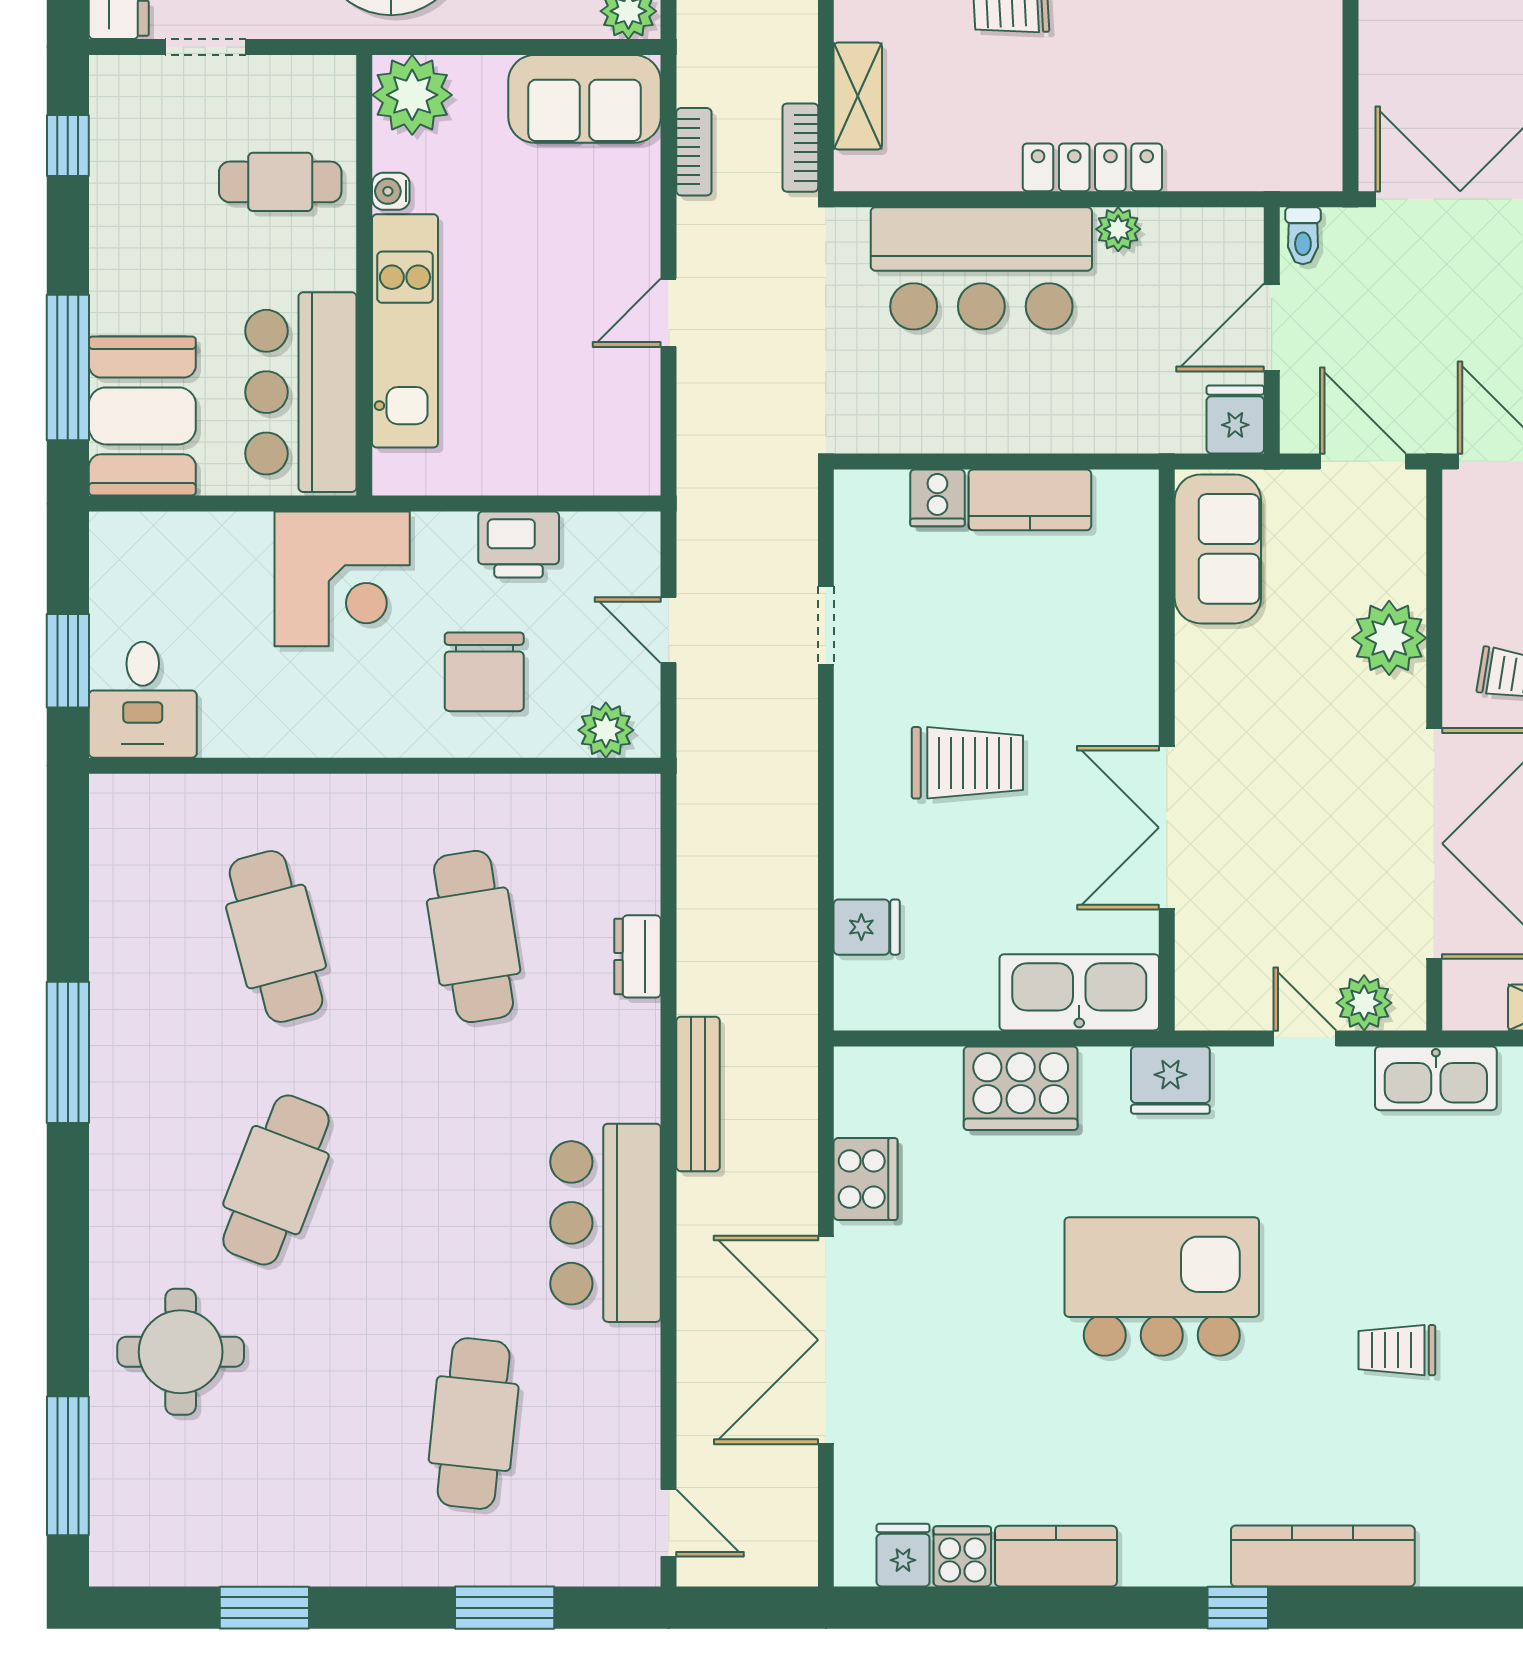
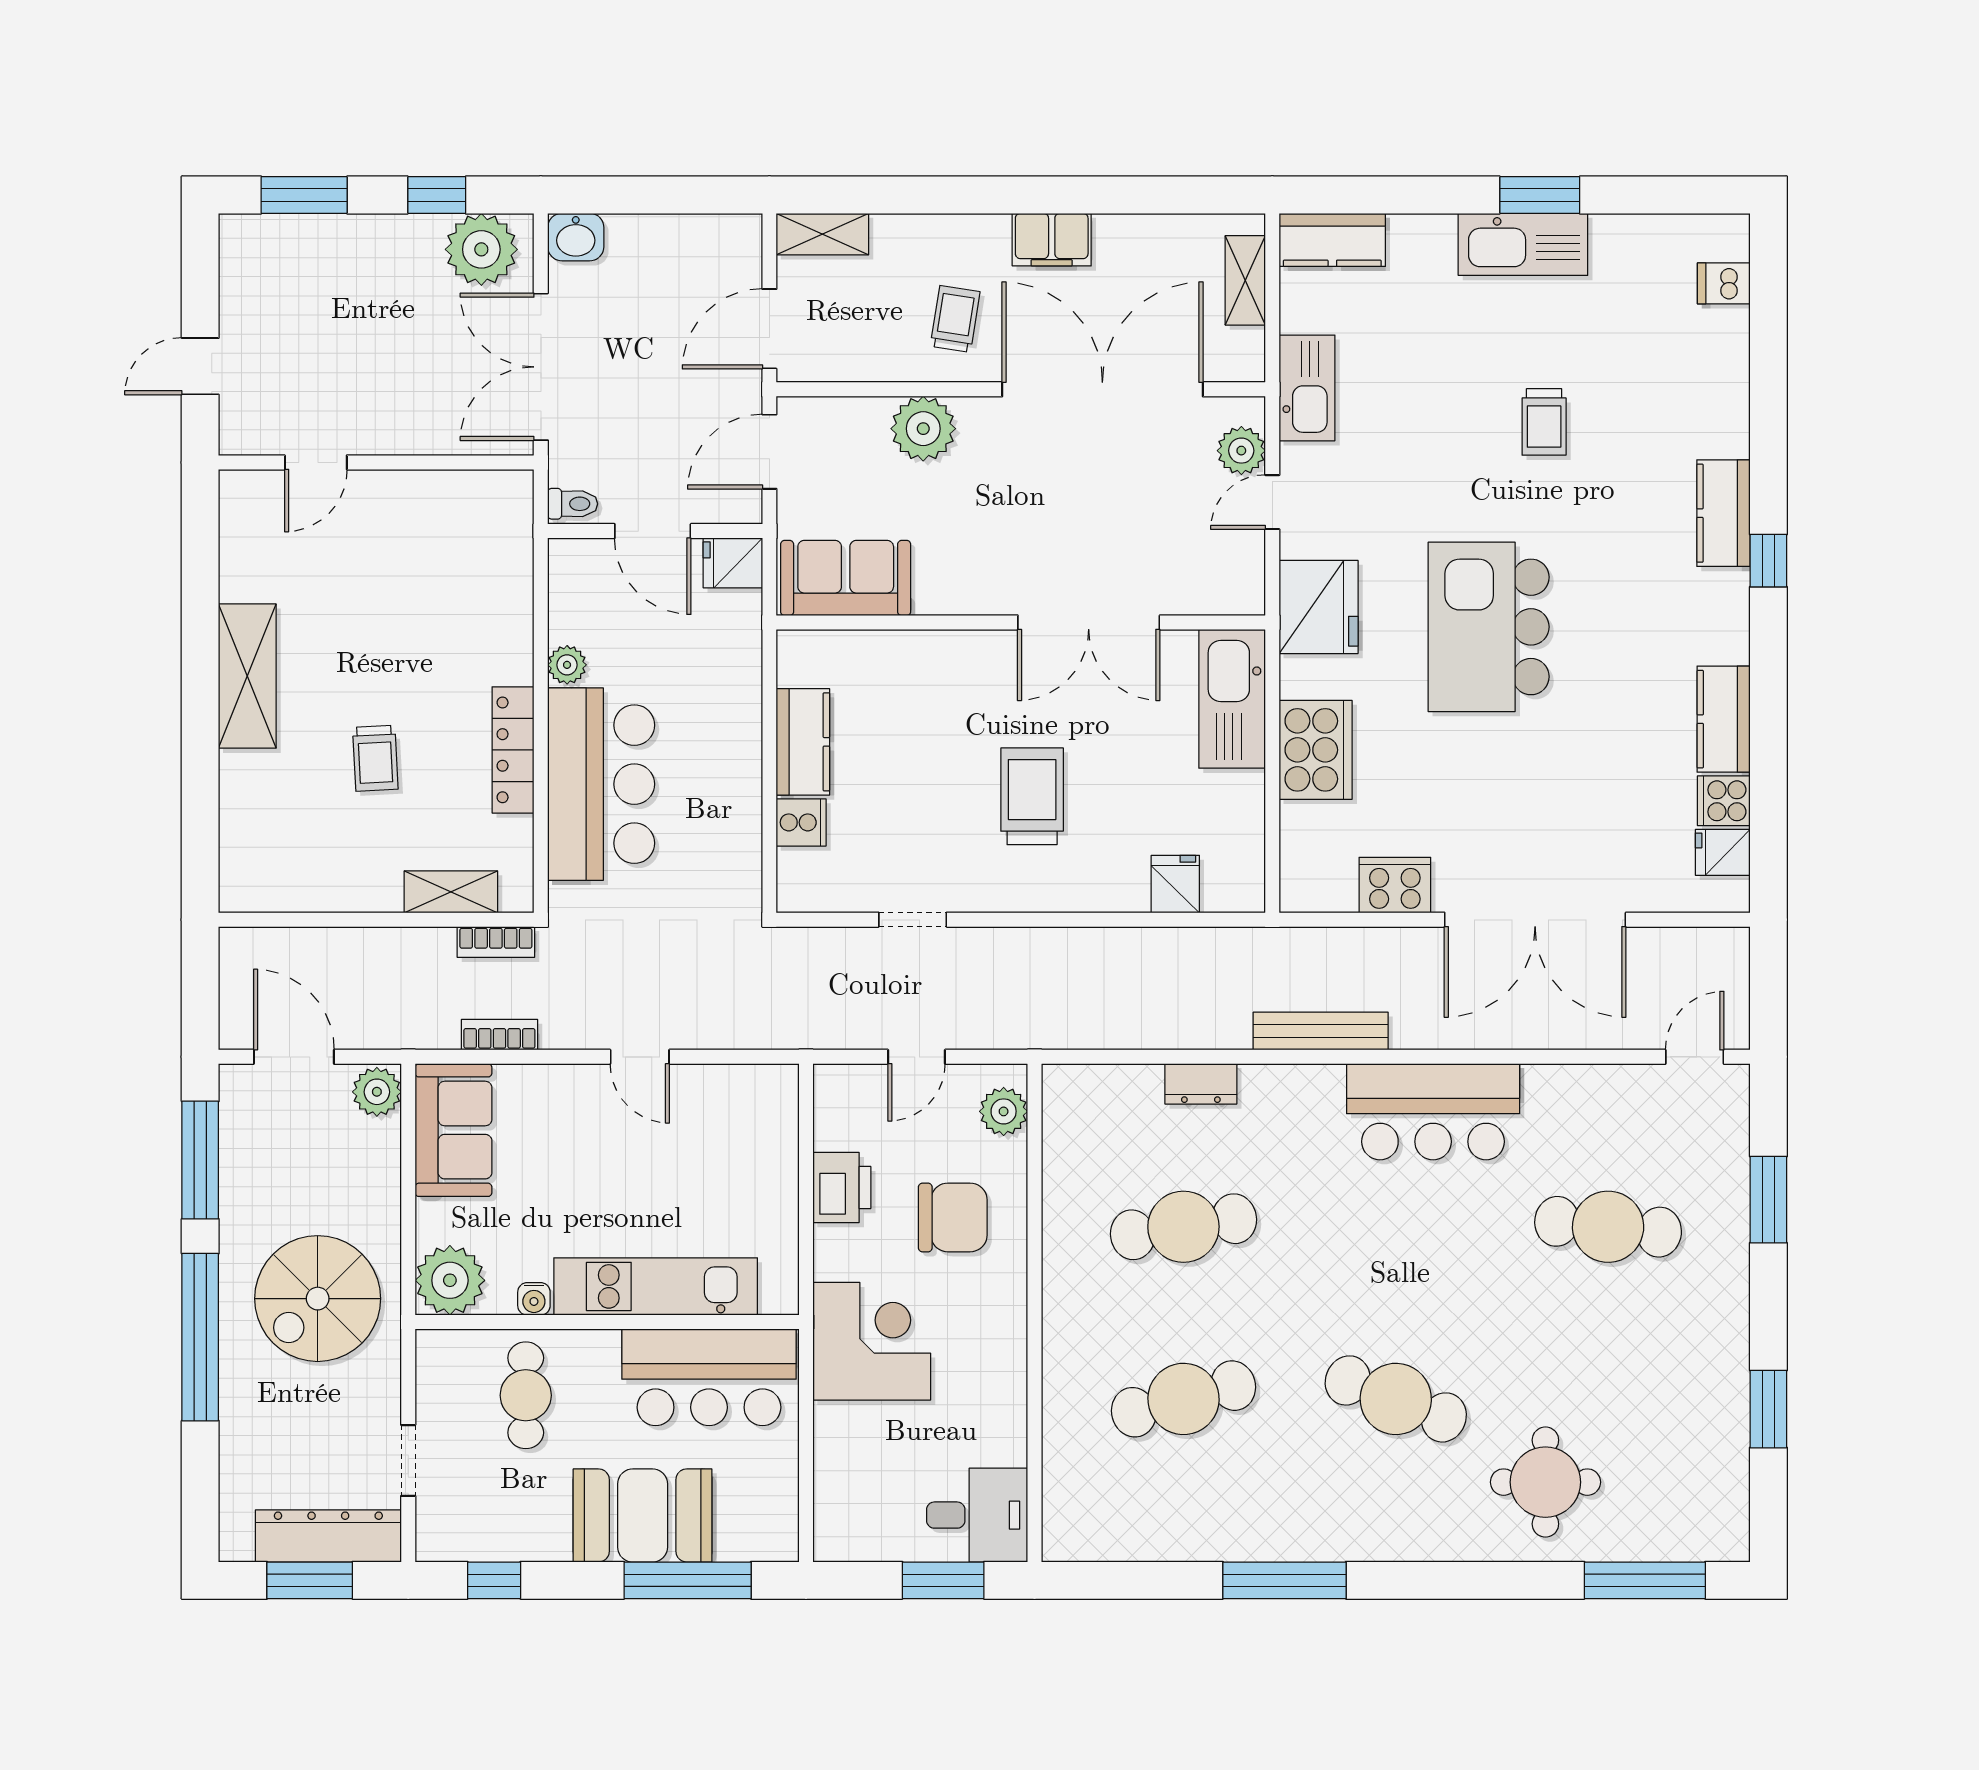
locker: (1092, 167) -> (513, 750), moved
booth: (142, 416) -> (643, 1515), moved
fridge: (1170, 1080) -> (1319, 607), width x1.36, depth x1.34
kitchen counter: (1323, 1556) -> (1723, 513), width x0.67

